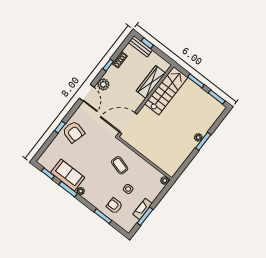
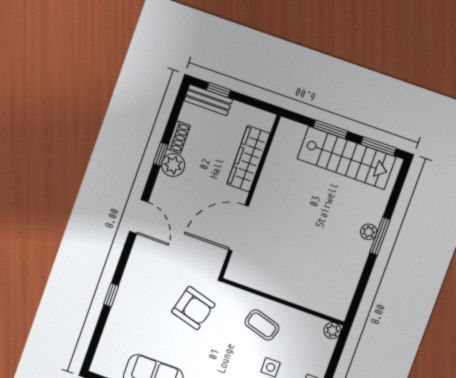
plant: (103, 84) -> (173, 165), moved
stairs: (166, 91) -> (346, 158), moved, turned 90
door: (128, 123) -> (239, 228), moved
armchair: (74, 132) -> (193, 308), moved
coffee table: (120, 165) -> (262, 325), moved

